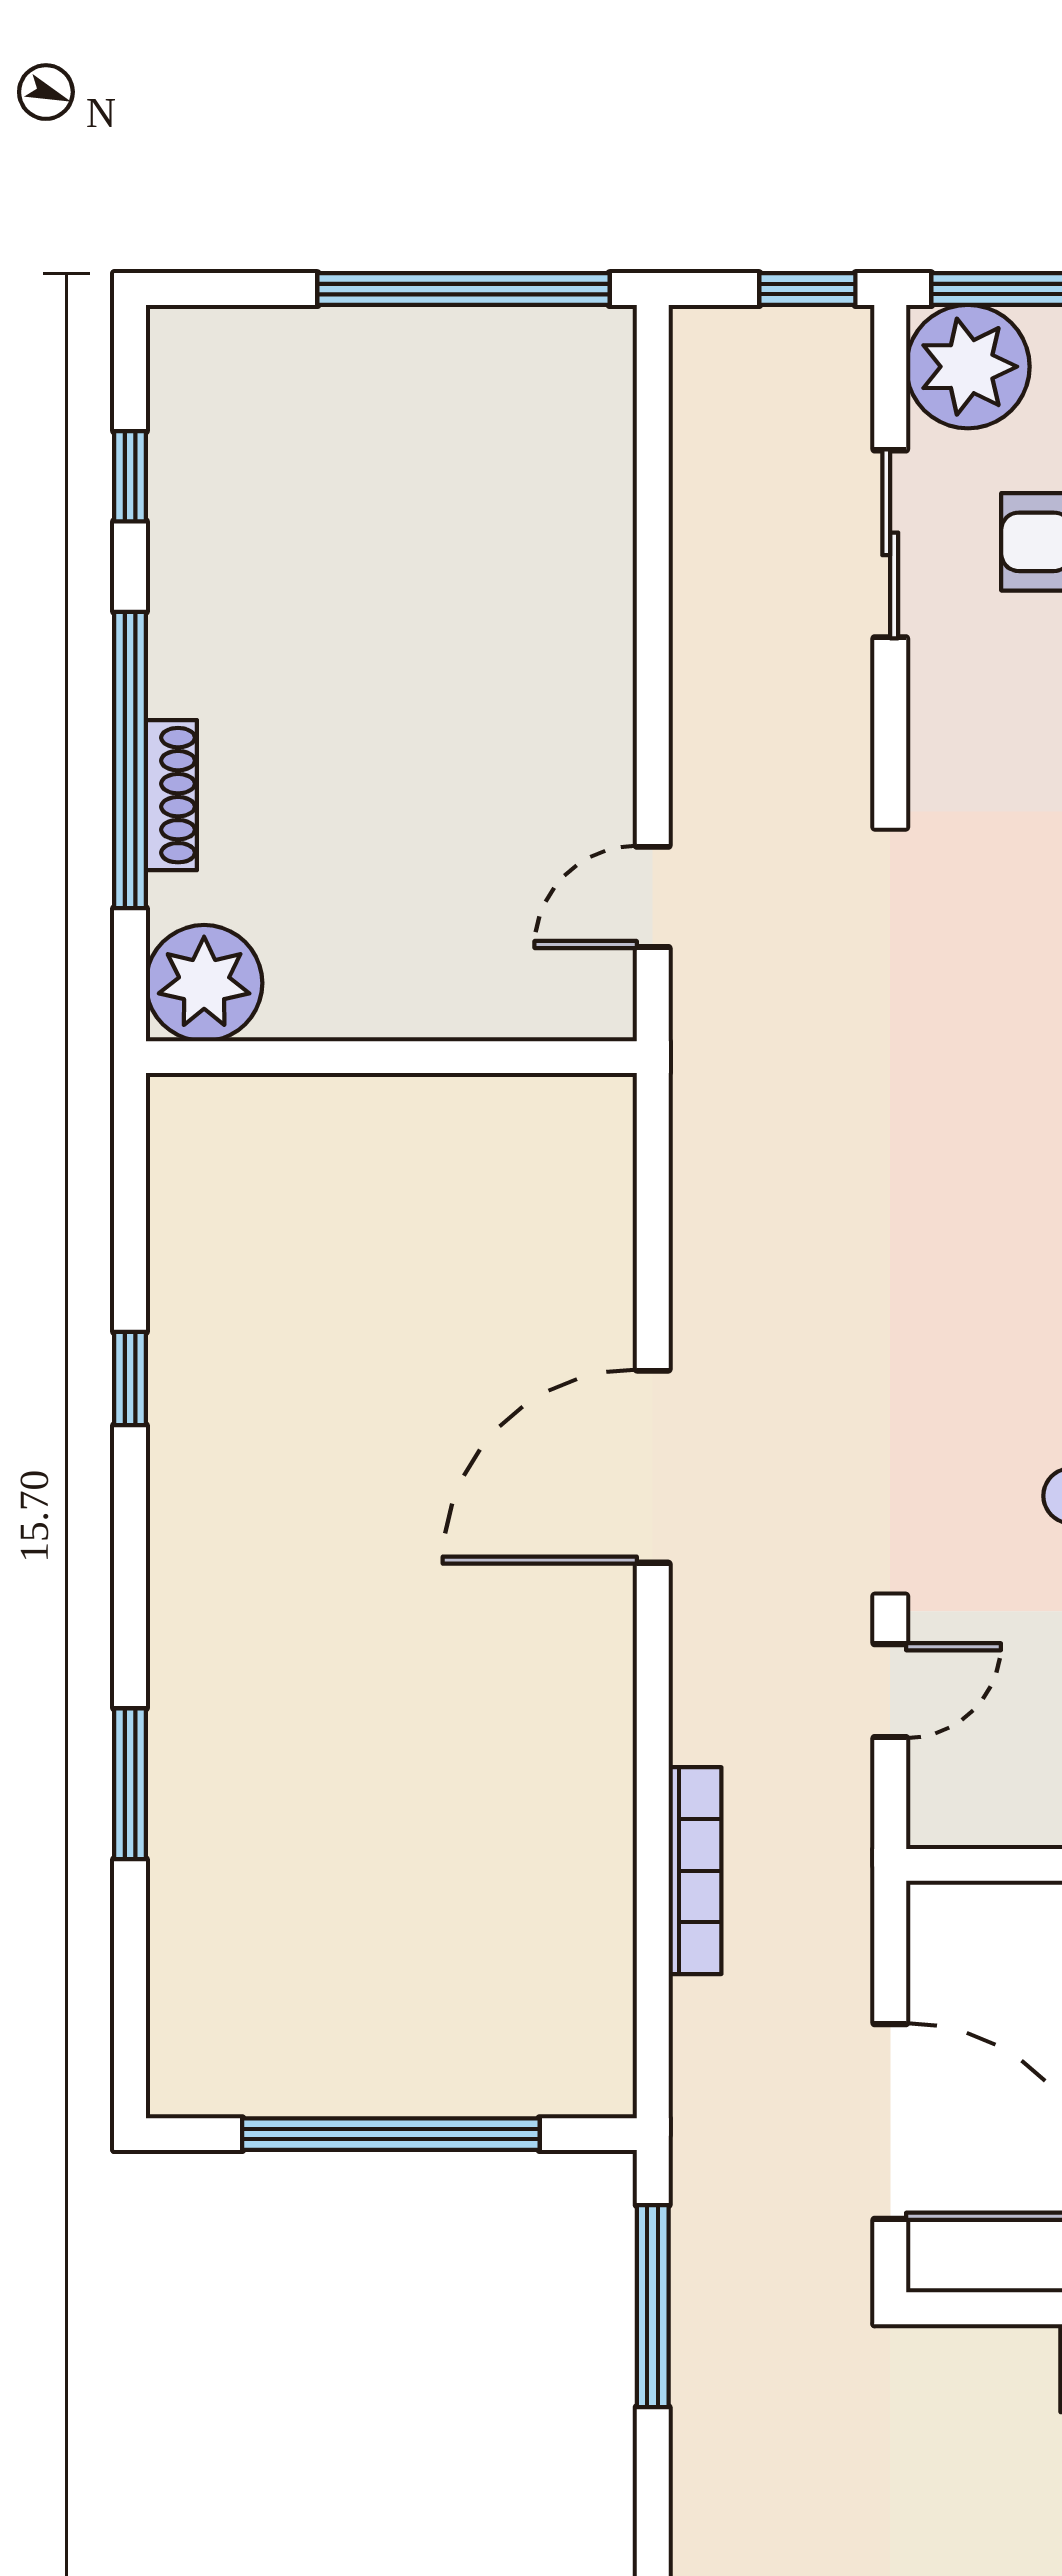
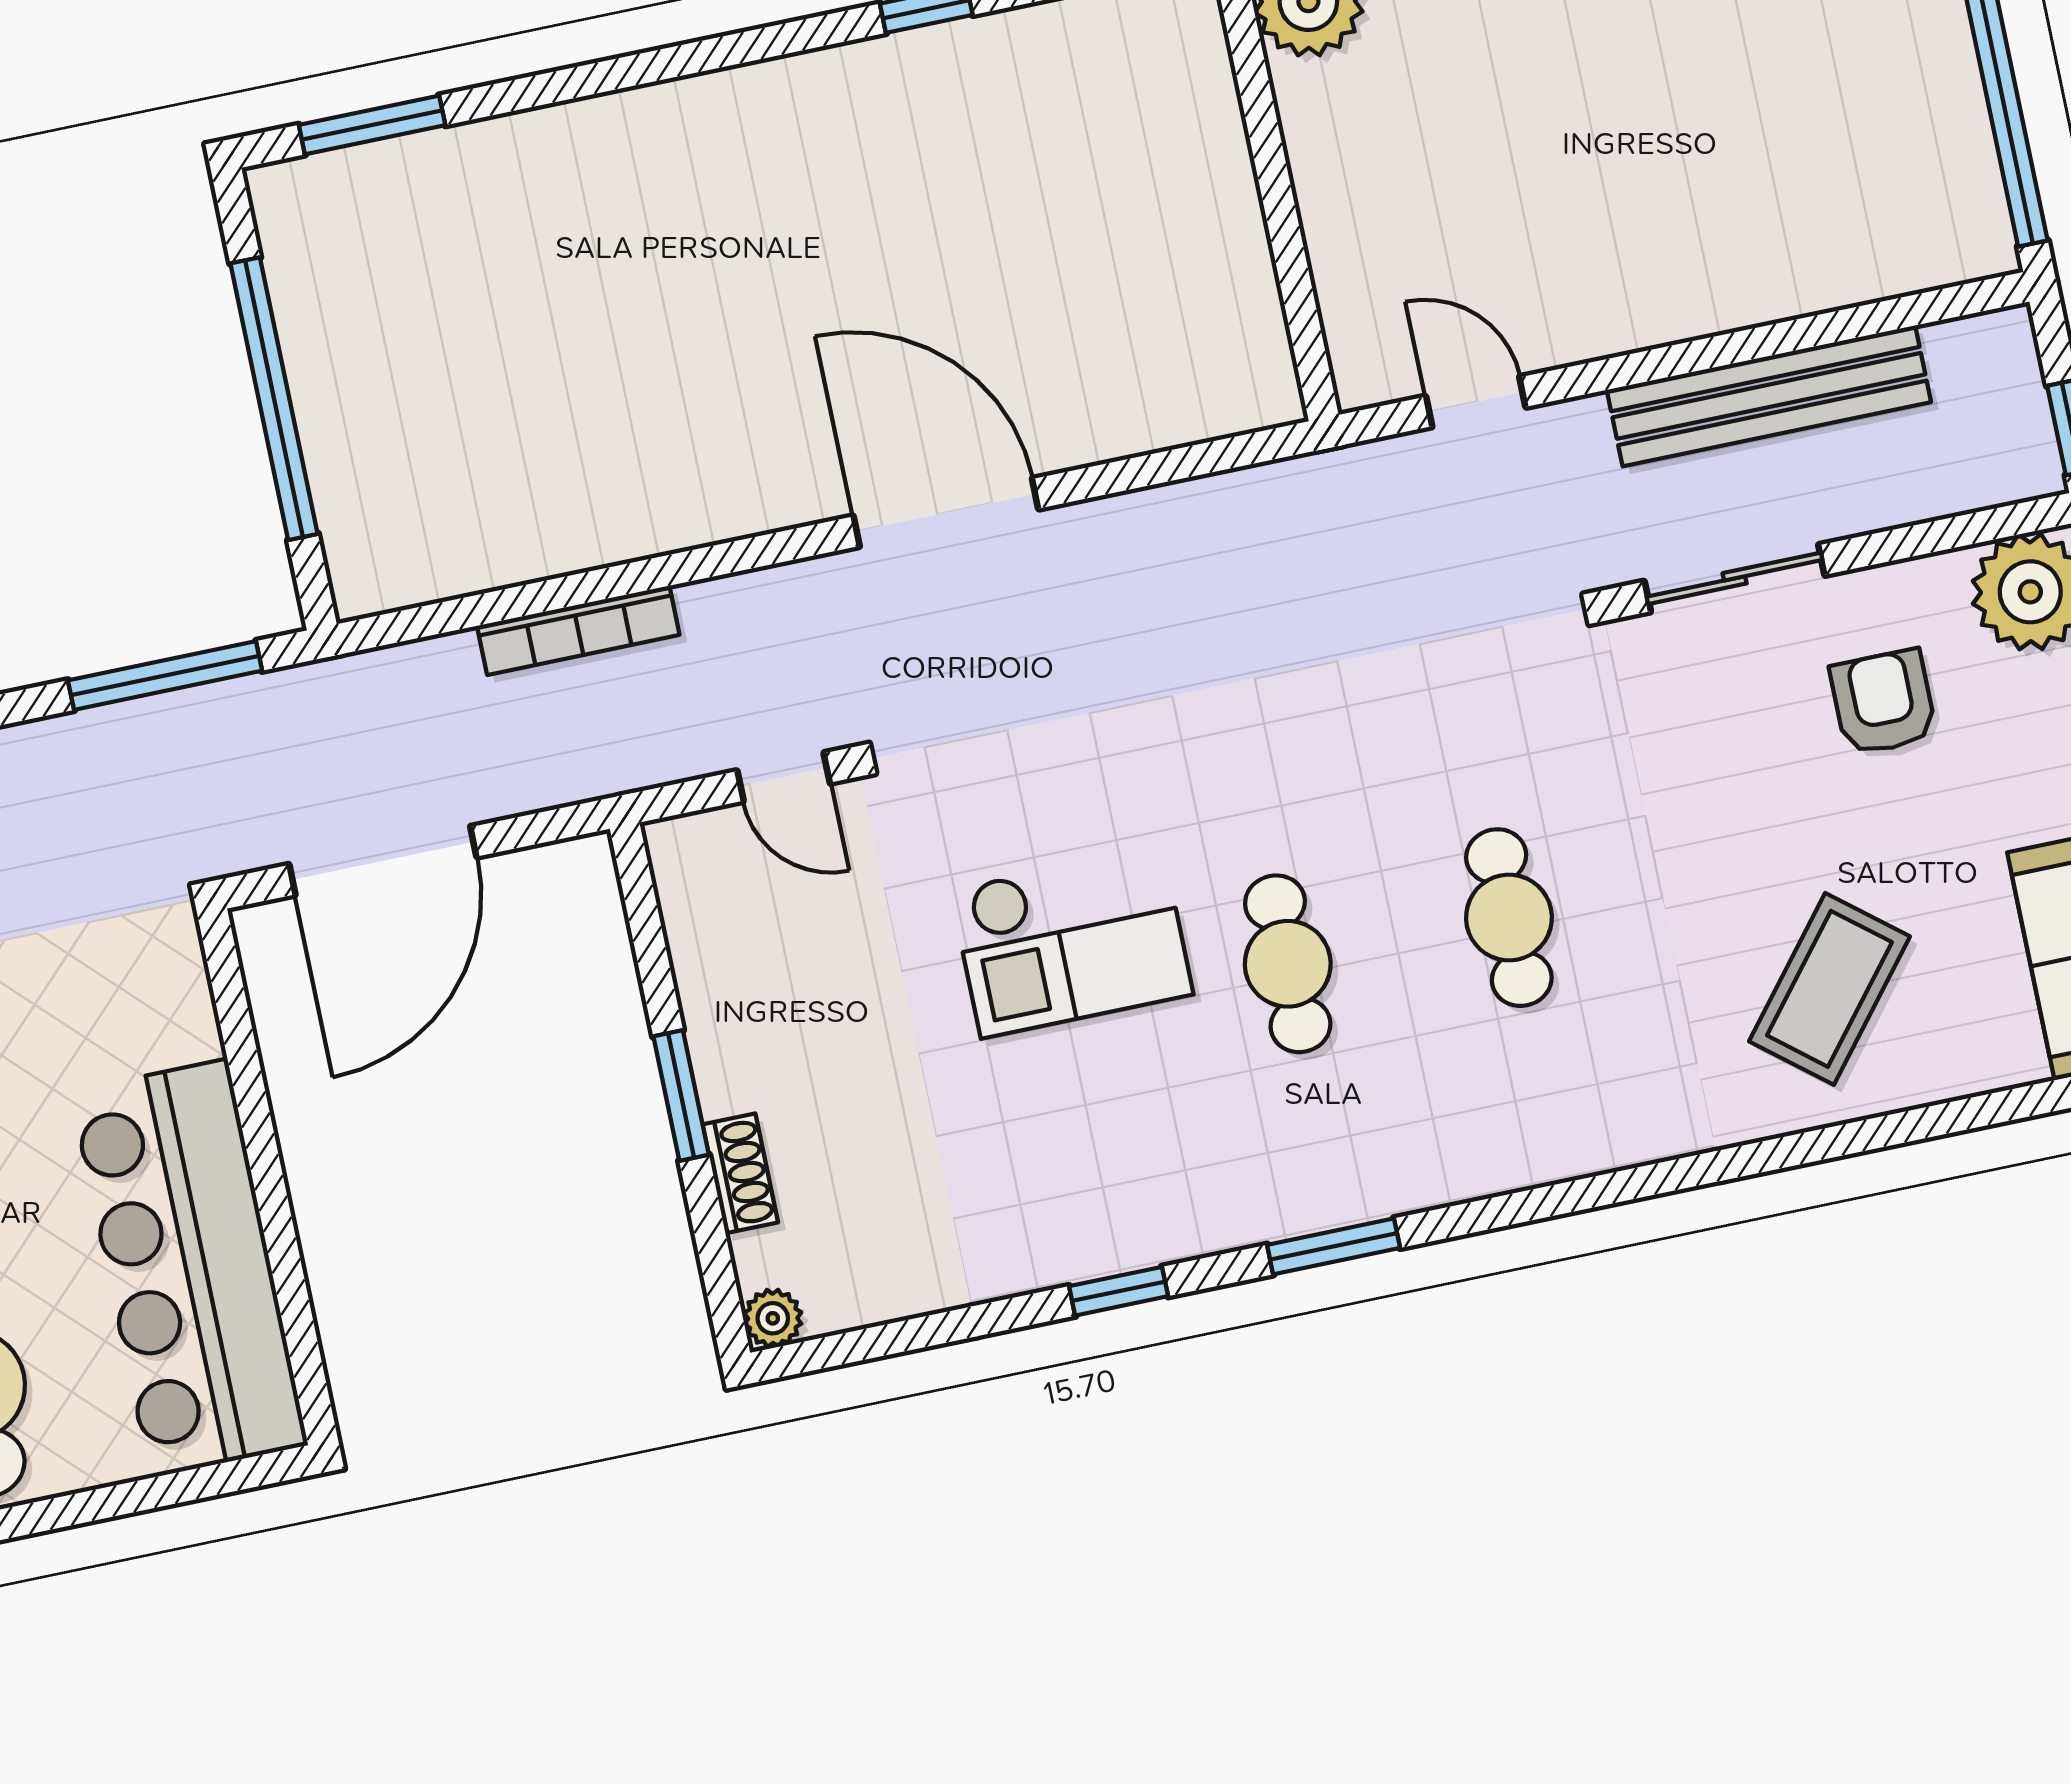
sliding door: (890, 544) -> (1735, 578), moved
bench: (710, 594) -> (1769, 396), added
window: (130, 1784) -> (372, 125), moved

